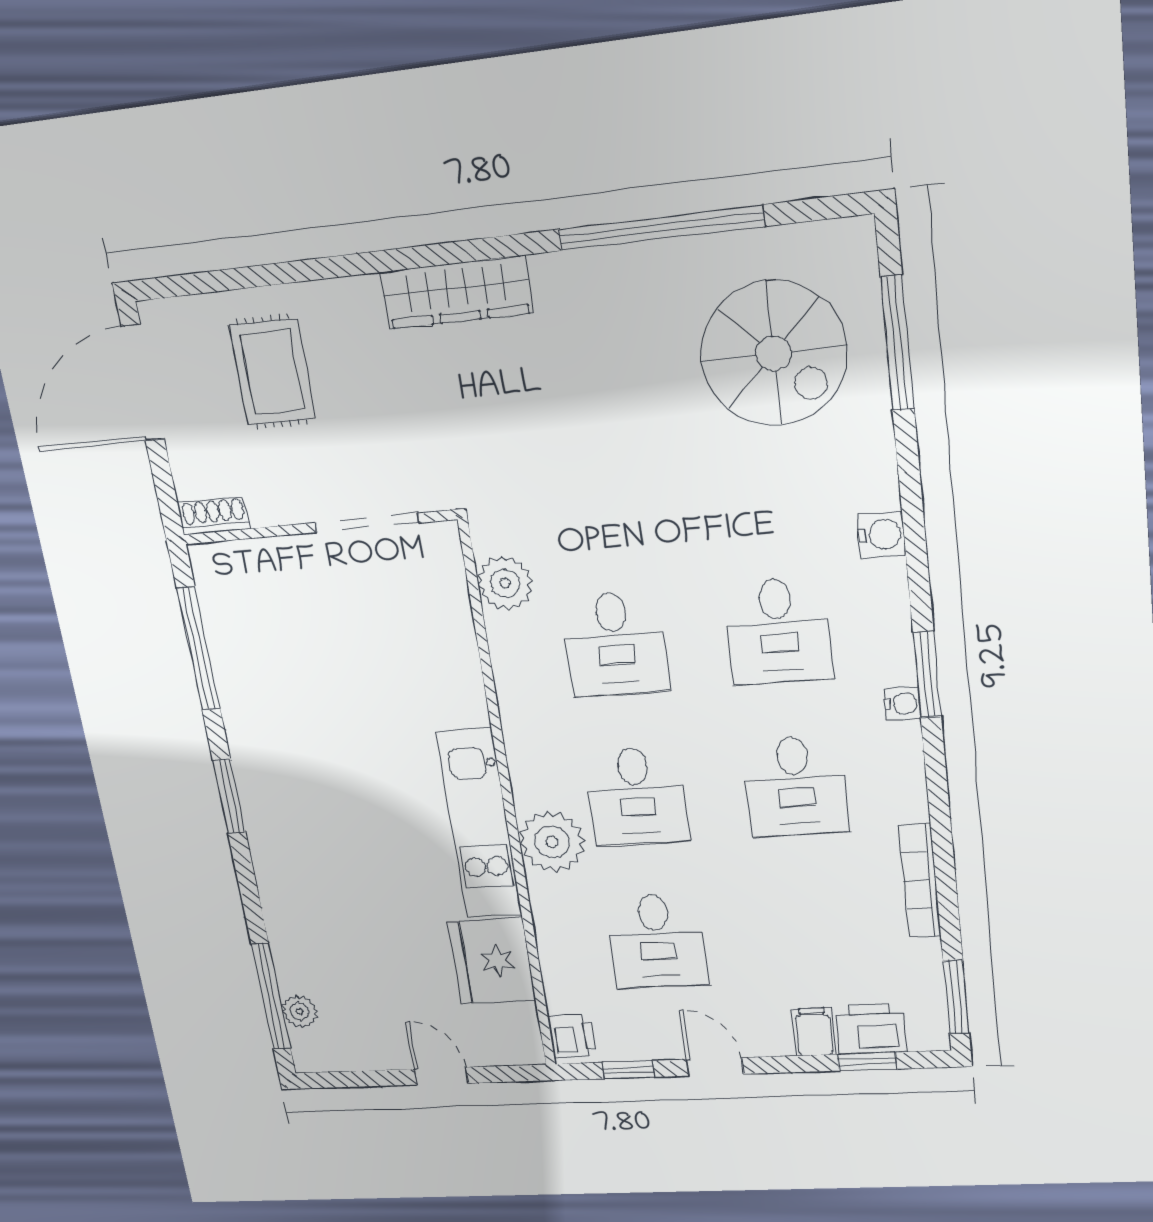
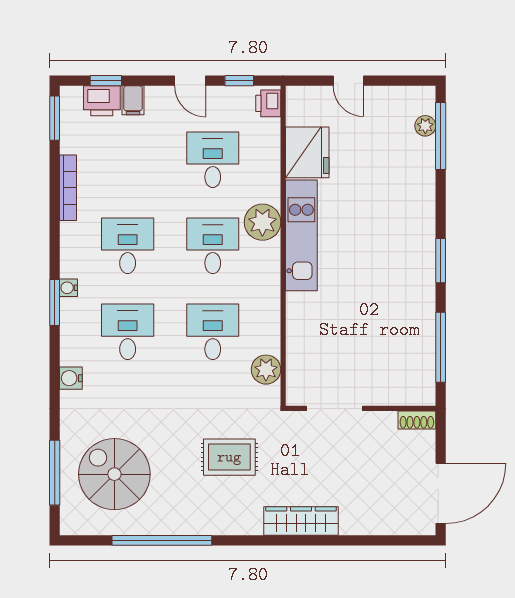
wardrobe: (457, 292) -> (301, 521), moved
rug: (272, 372) -> (229, 457), moved, turned 90

